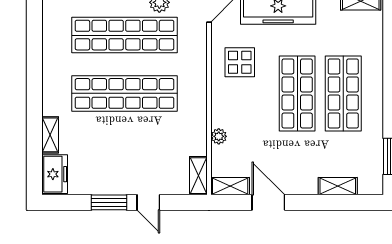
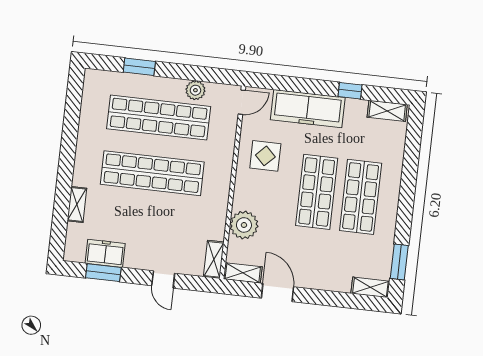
plant: (219, 136) -> (244, 225), width x1.87, depth x1.87
freezer: (55, 174) -> (105, 253), moved, turned -90
shelving: (338, 186) -> (370, 287), moved
window: (109, 202) -> (103, 273), moved

